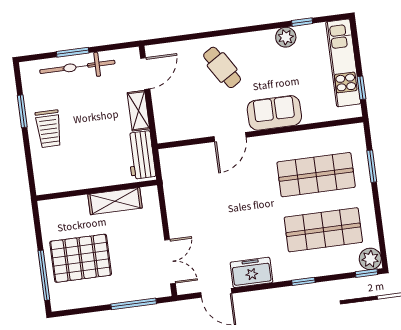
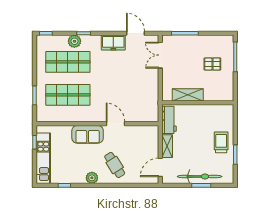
plant: (286, 37) -> (92, 178), moved
door: (230, 137) -> (115, 124), hinge flipped
pallet: (81, 258) -> (212, 64), width x0.49, depth x0.50
plant: (370, 259) -> (74, 41), moved

